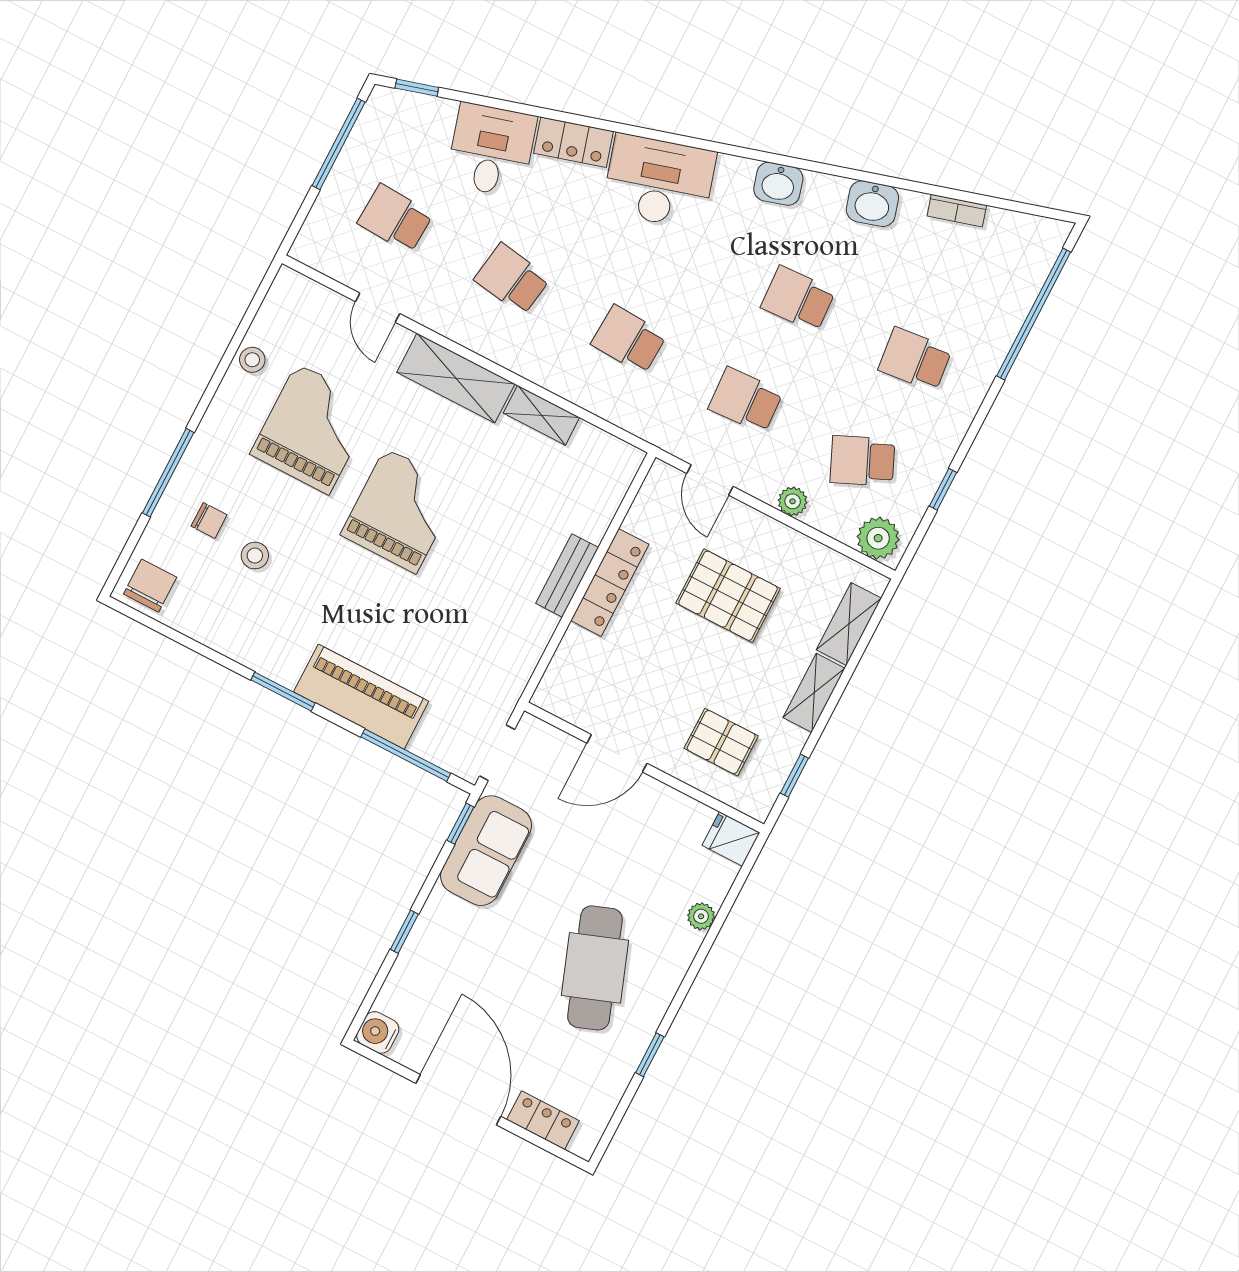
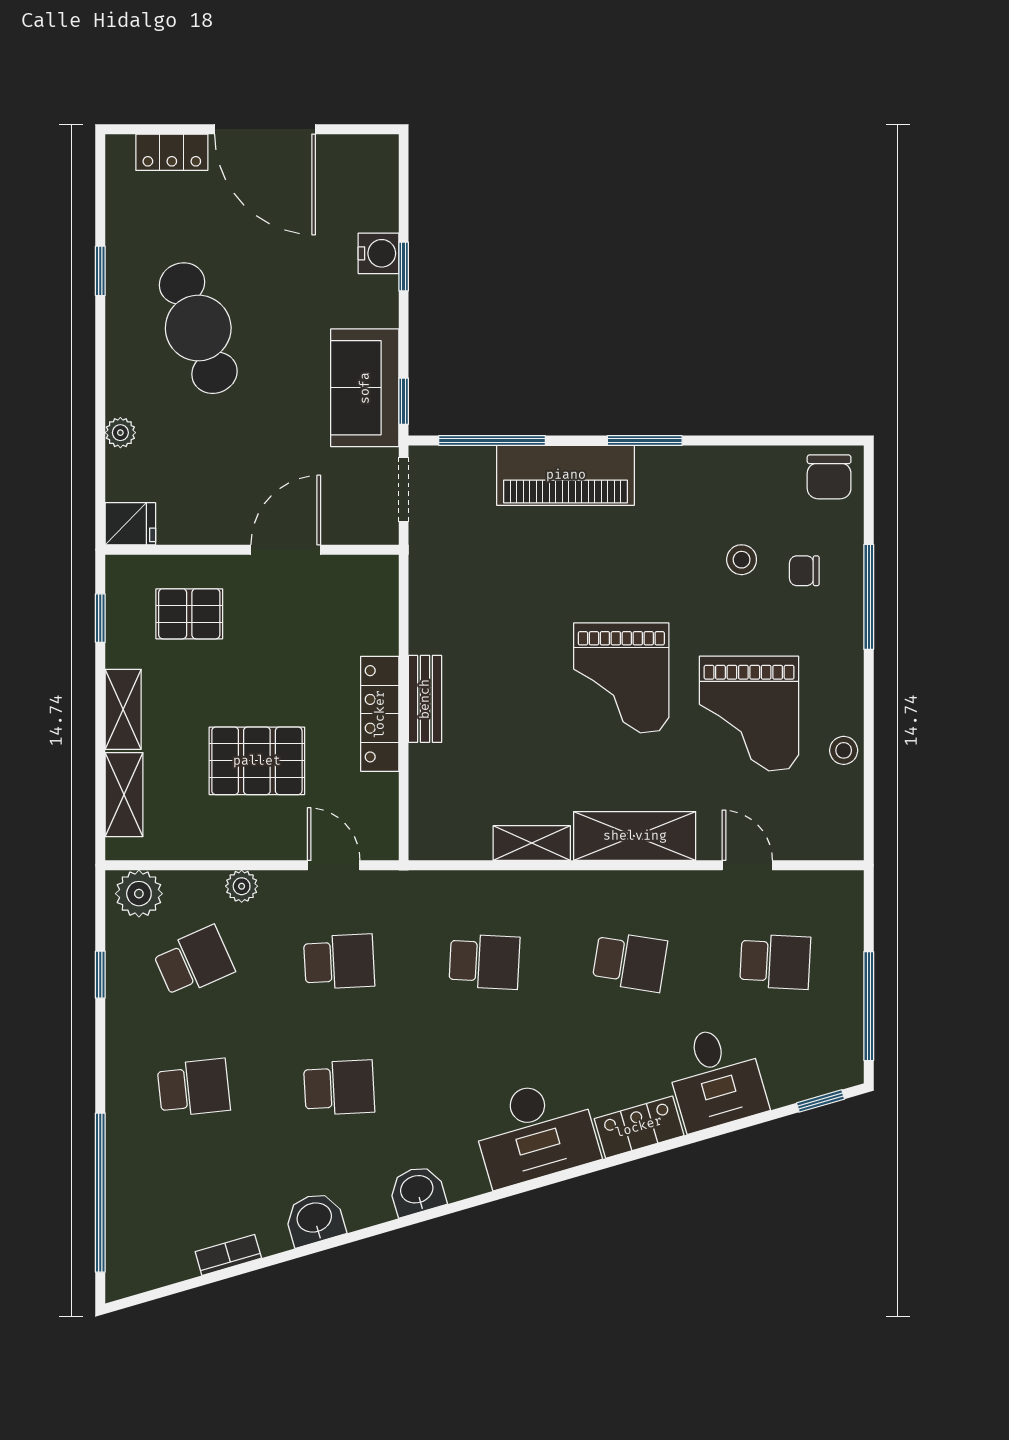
water cooler: (378, 1032) -> (378, 253), moved

